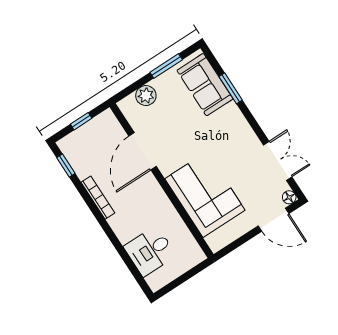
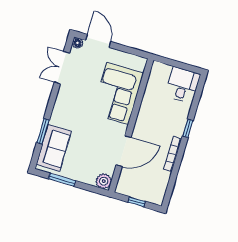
plant: (146, 96) -> (104, 181), moved
window: (66, 165) -> (188, 128), moved
desk: (150, 251) -> (183, 85), moved, turned -90

